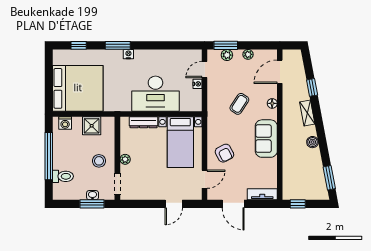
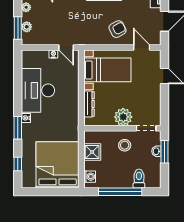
door: (205, 70) -> (66, 48), moved
desk: (155, 94) -> (38, 90), moved, turned 180
coffee table: (239, 104) -> (72, 15), removed
plant: (125, 159) -> (123, 117), width x1.88, depth x1.88

